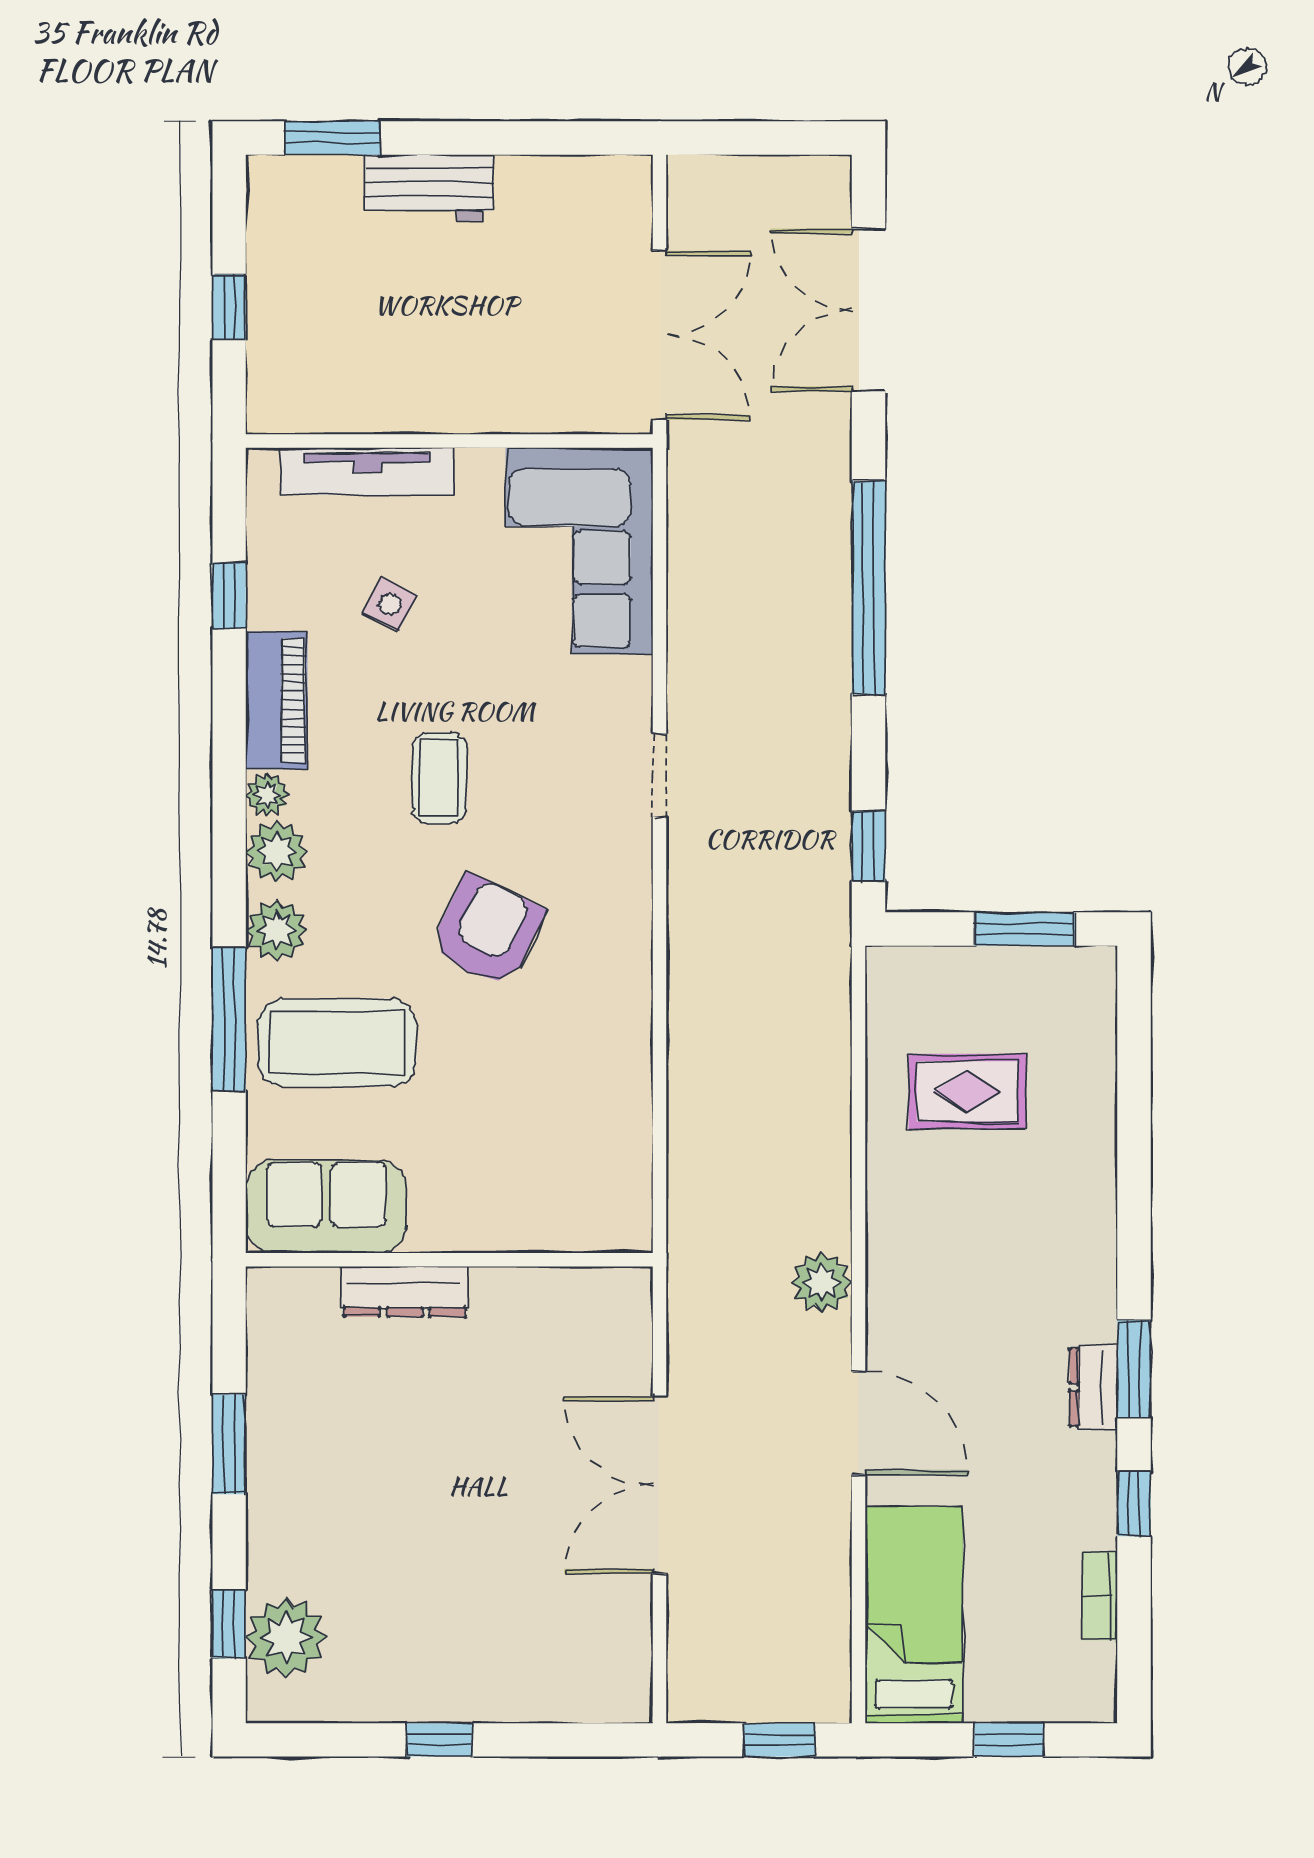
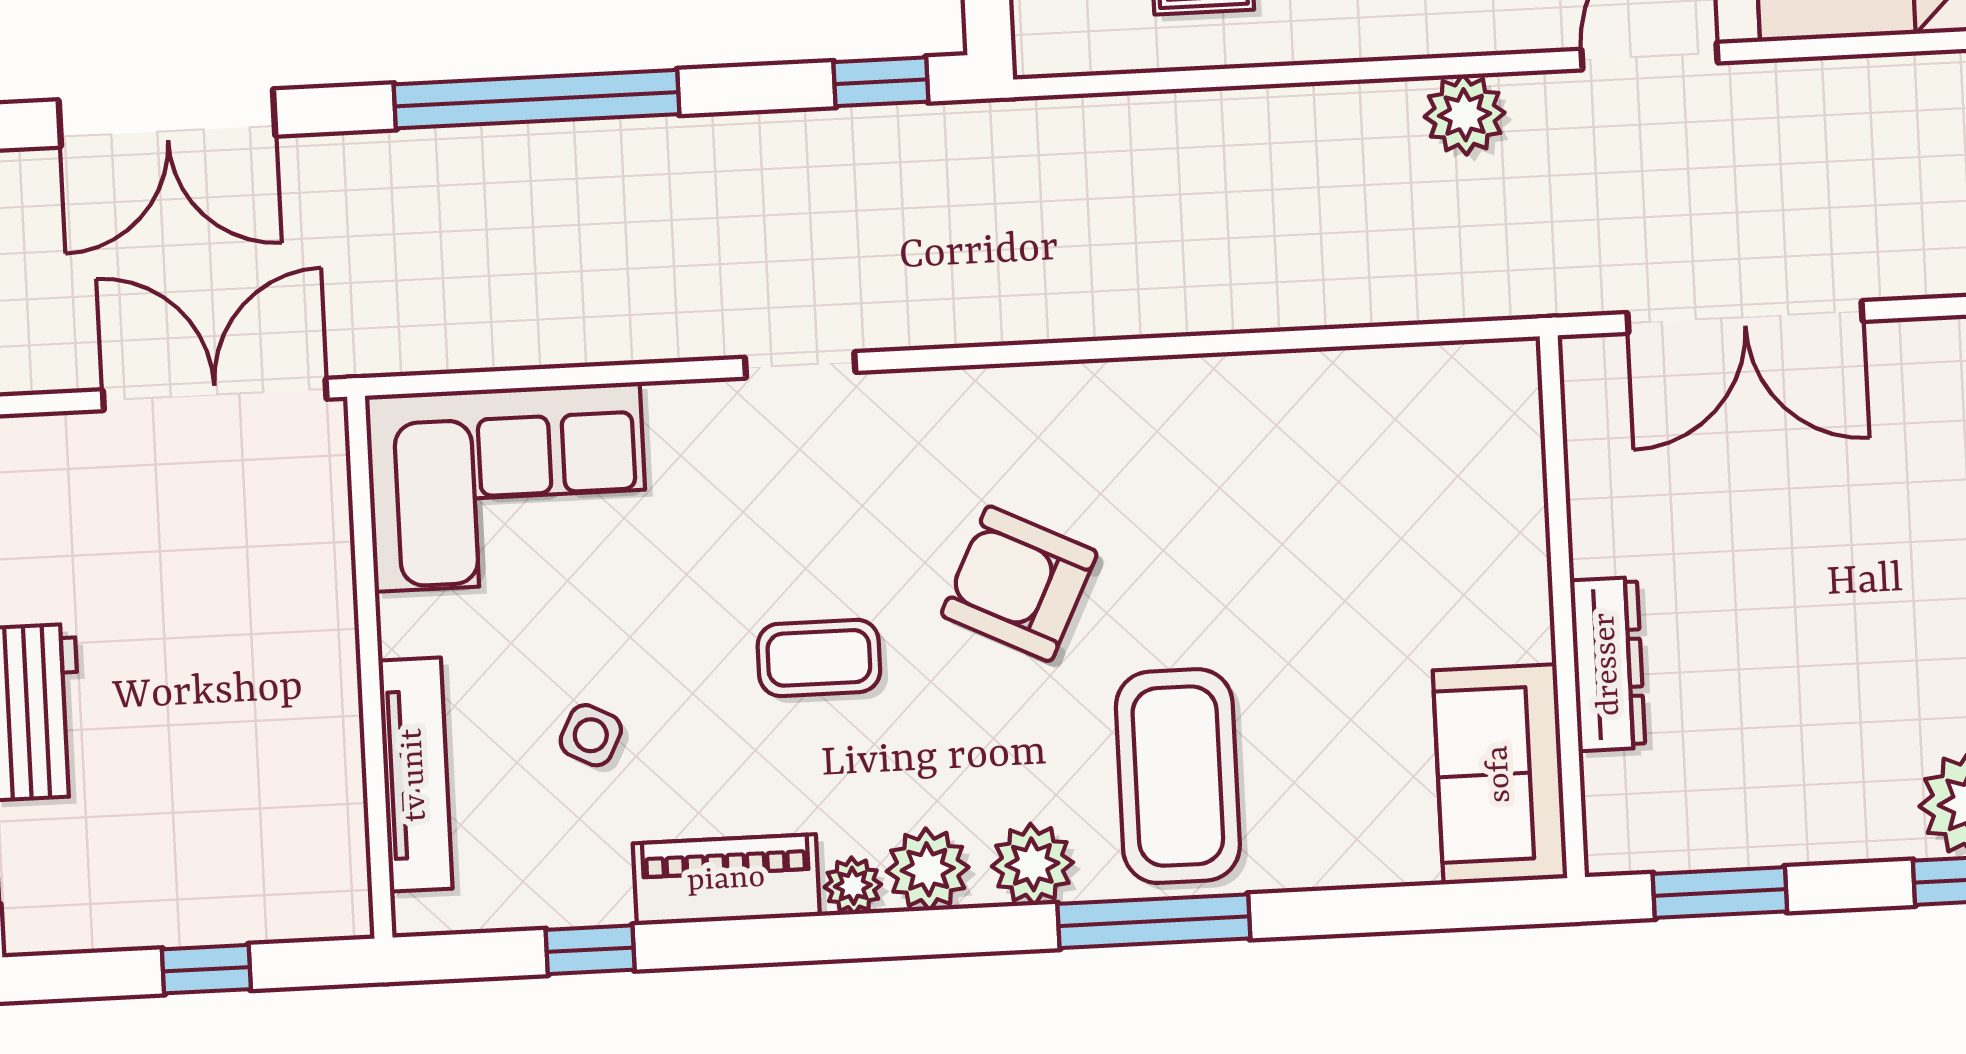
sofa: (326, 1207) -> (1500, 774), moved
wall: (449, 1260) -> (1562, 607), moved
dresser: (405, 1292) -> (1608, 664), moved

